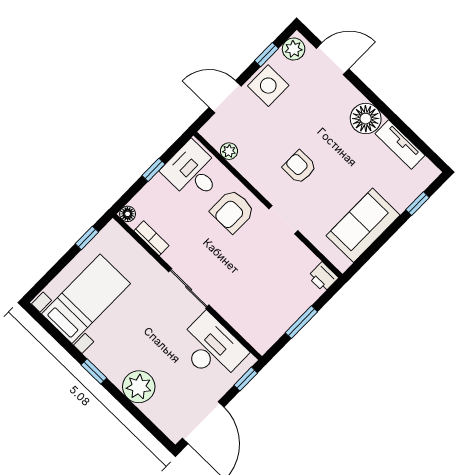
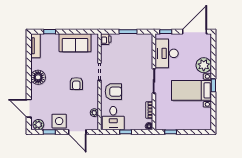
tv unit: (400, 144) -> (35, 46), moved
bed with nightstands: (86, 299) -> (191, 90), moved

